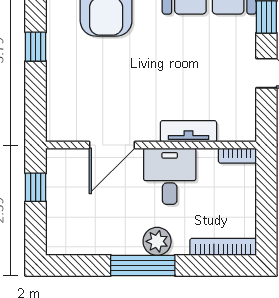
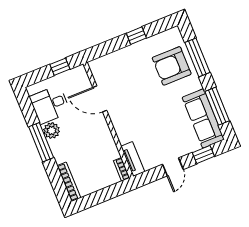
tv unit: (188, 131) -> (133, 159), moved
desk: (170, 176) -> (50, 104), moved, turned 180
plant: (157, 241) -> (52, 131), moved

